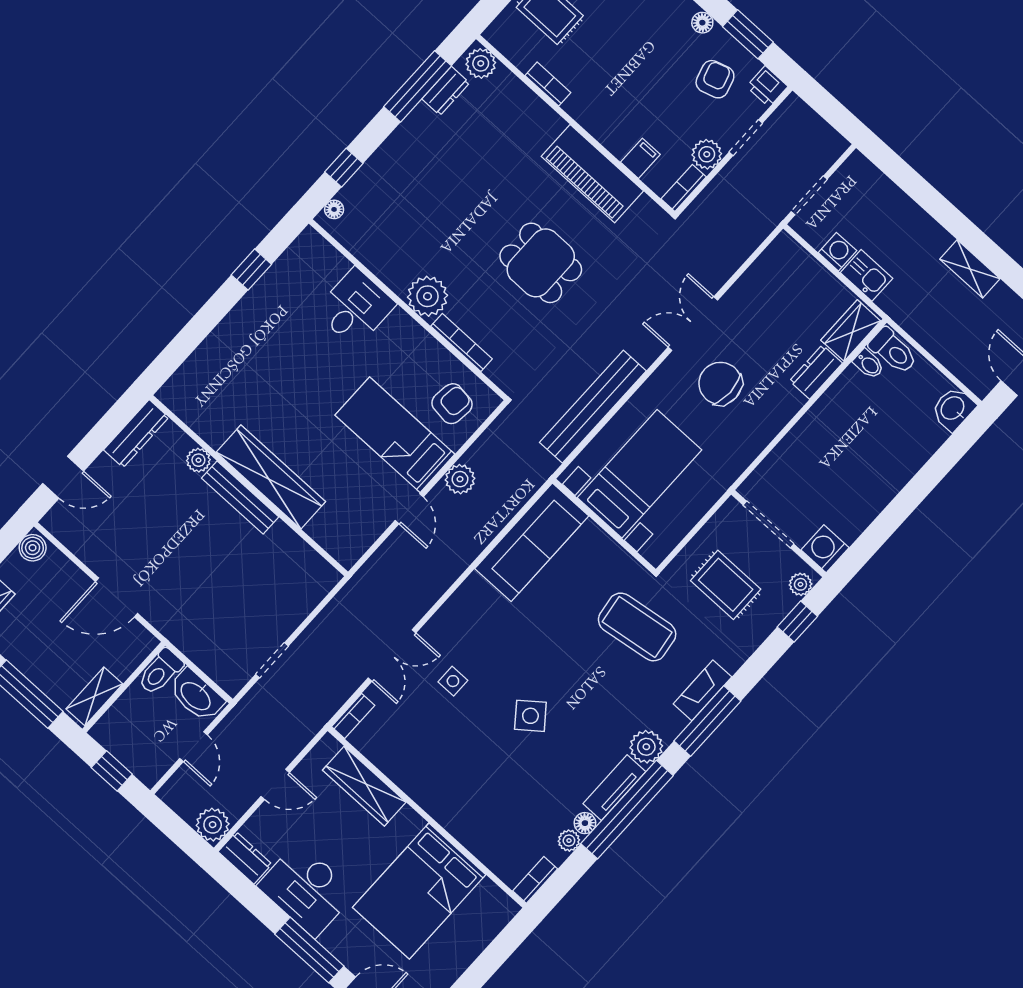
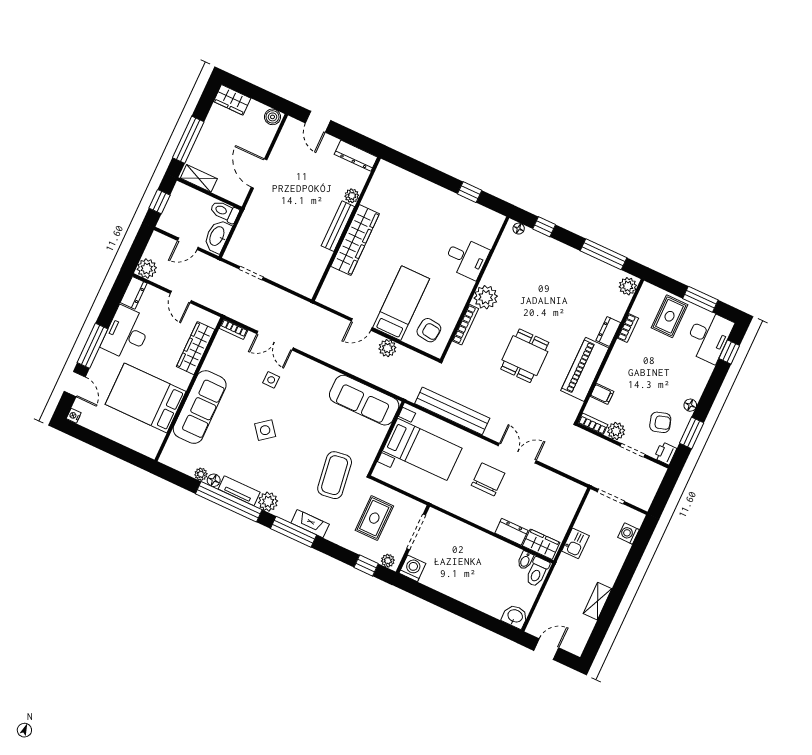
dresser: (446, 91) -> (608, 332), moved, turned 90
washing machine: (837, 252) -> (628, 534), moved, turned 180
sofa: (461, 809) -> (200, 407), added
bookcase: (535, 880) -> (172, 462), removed

